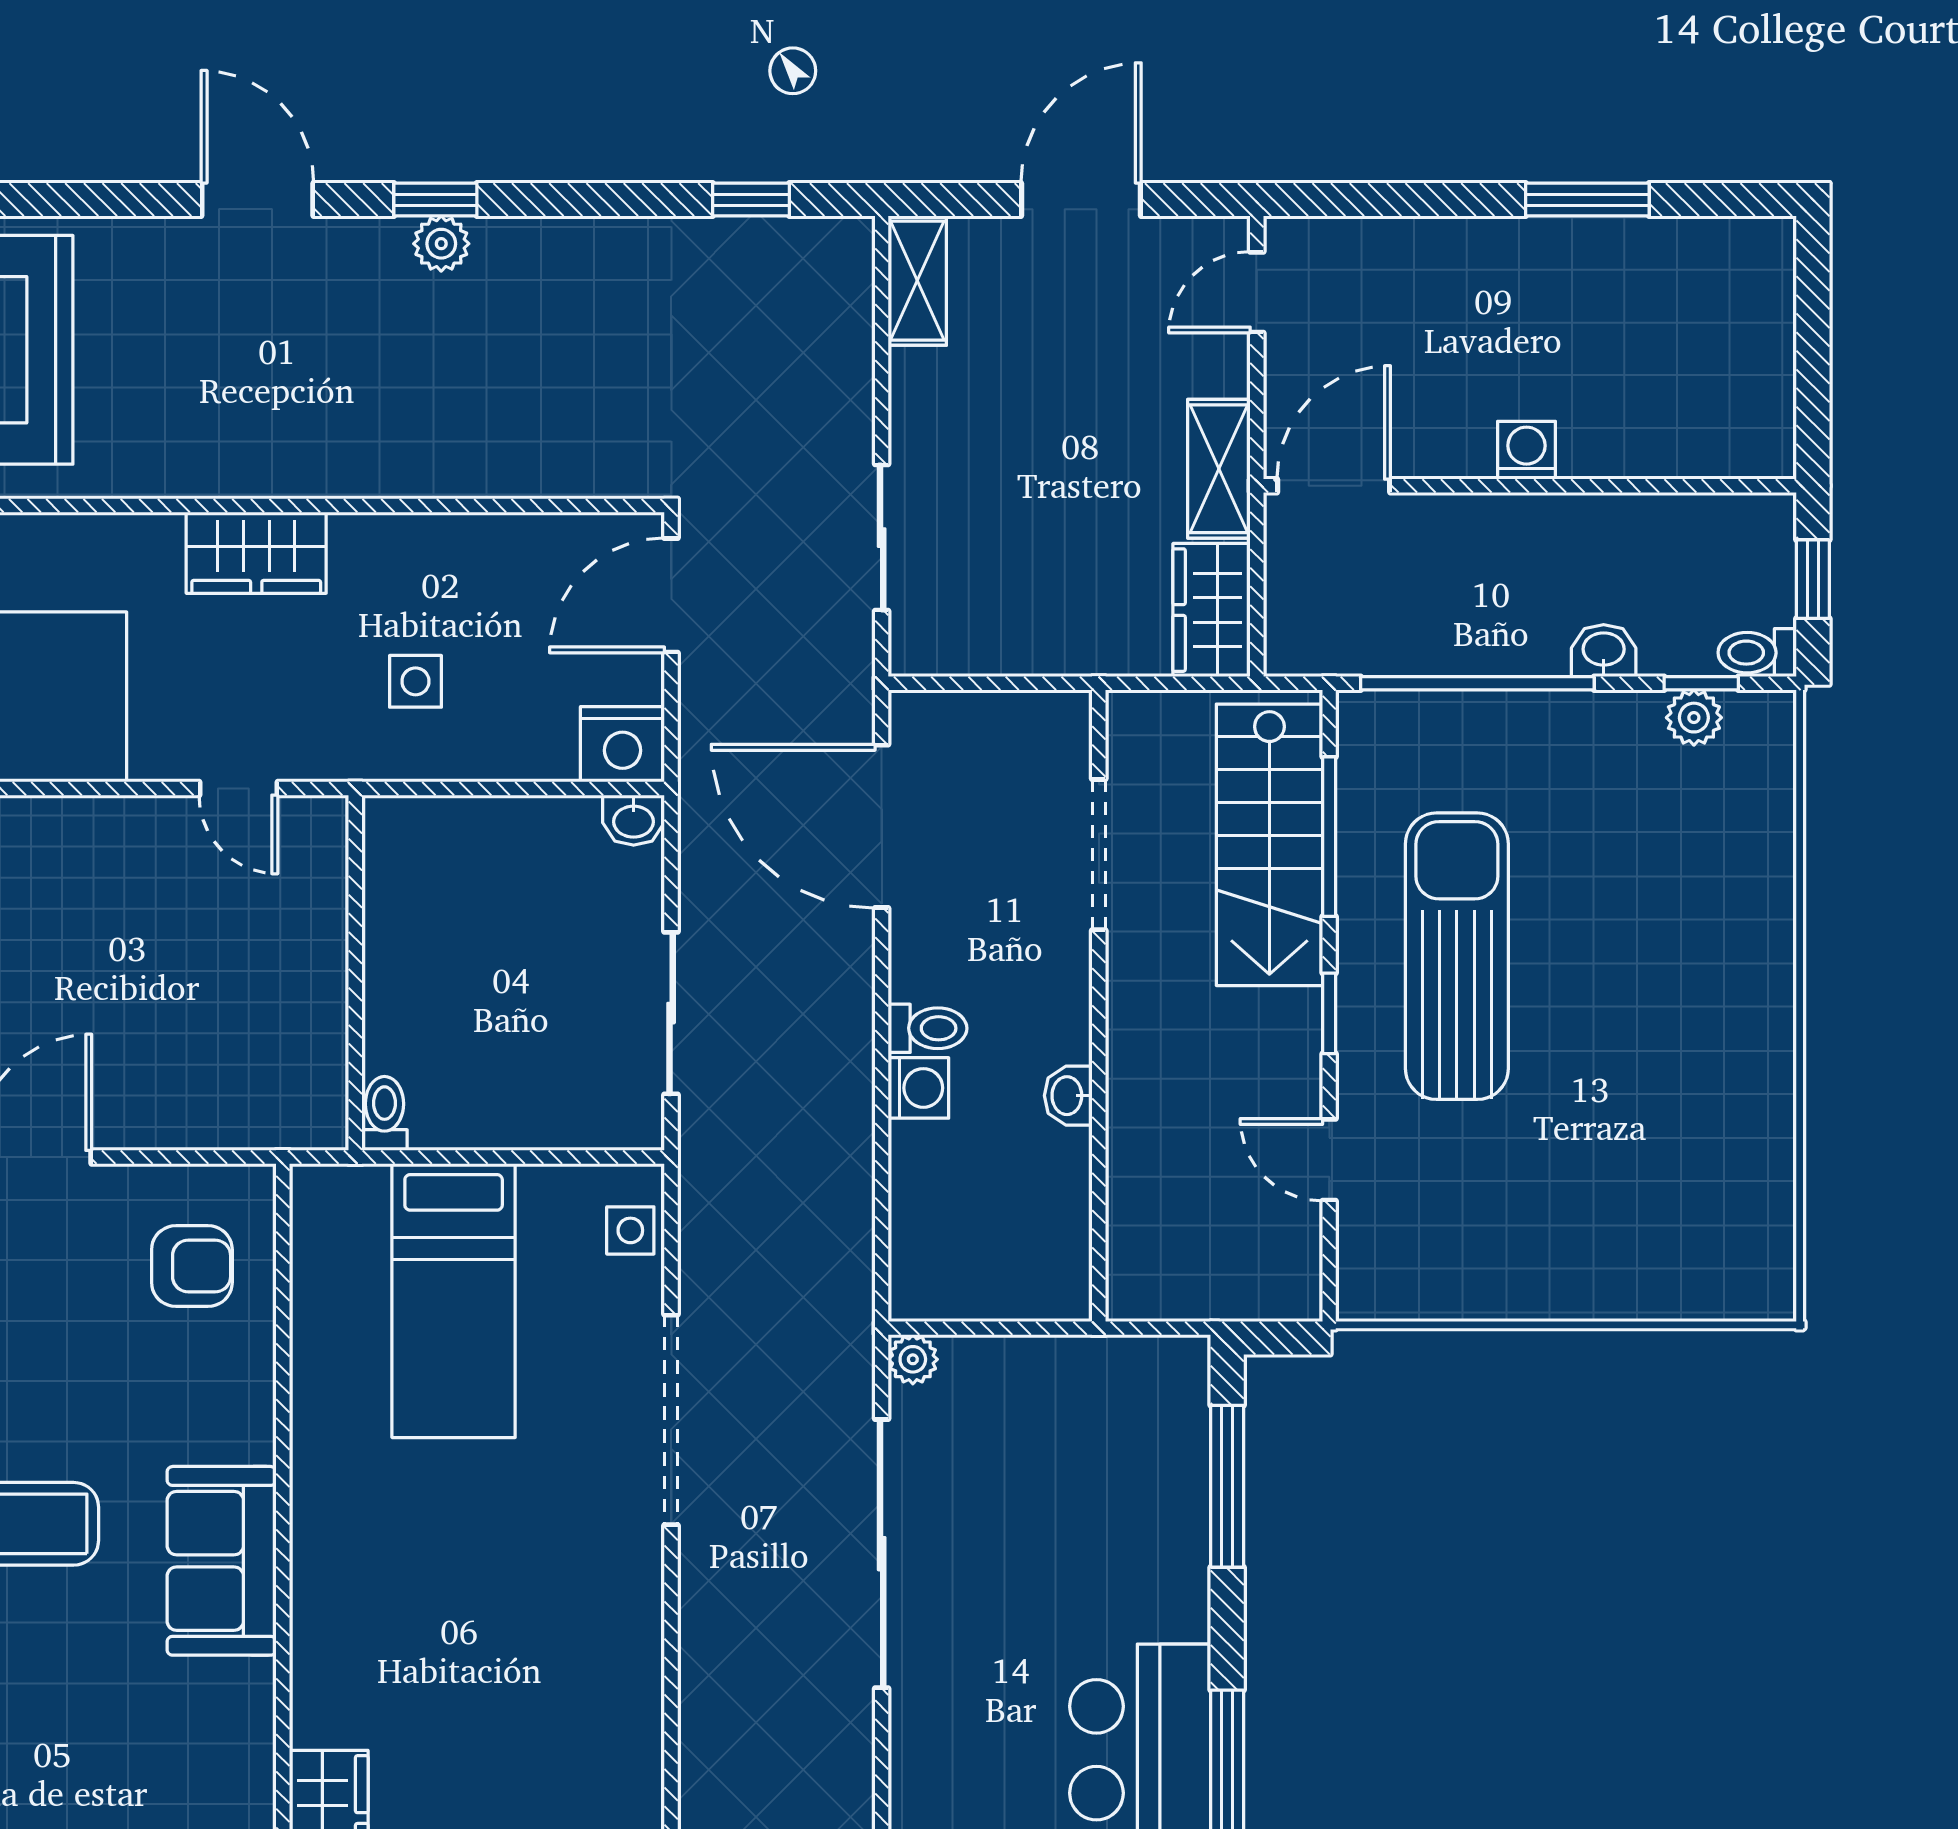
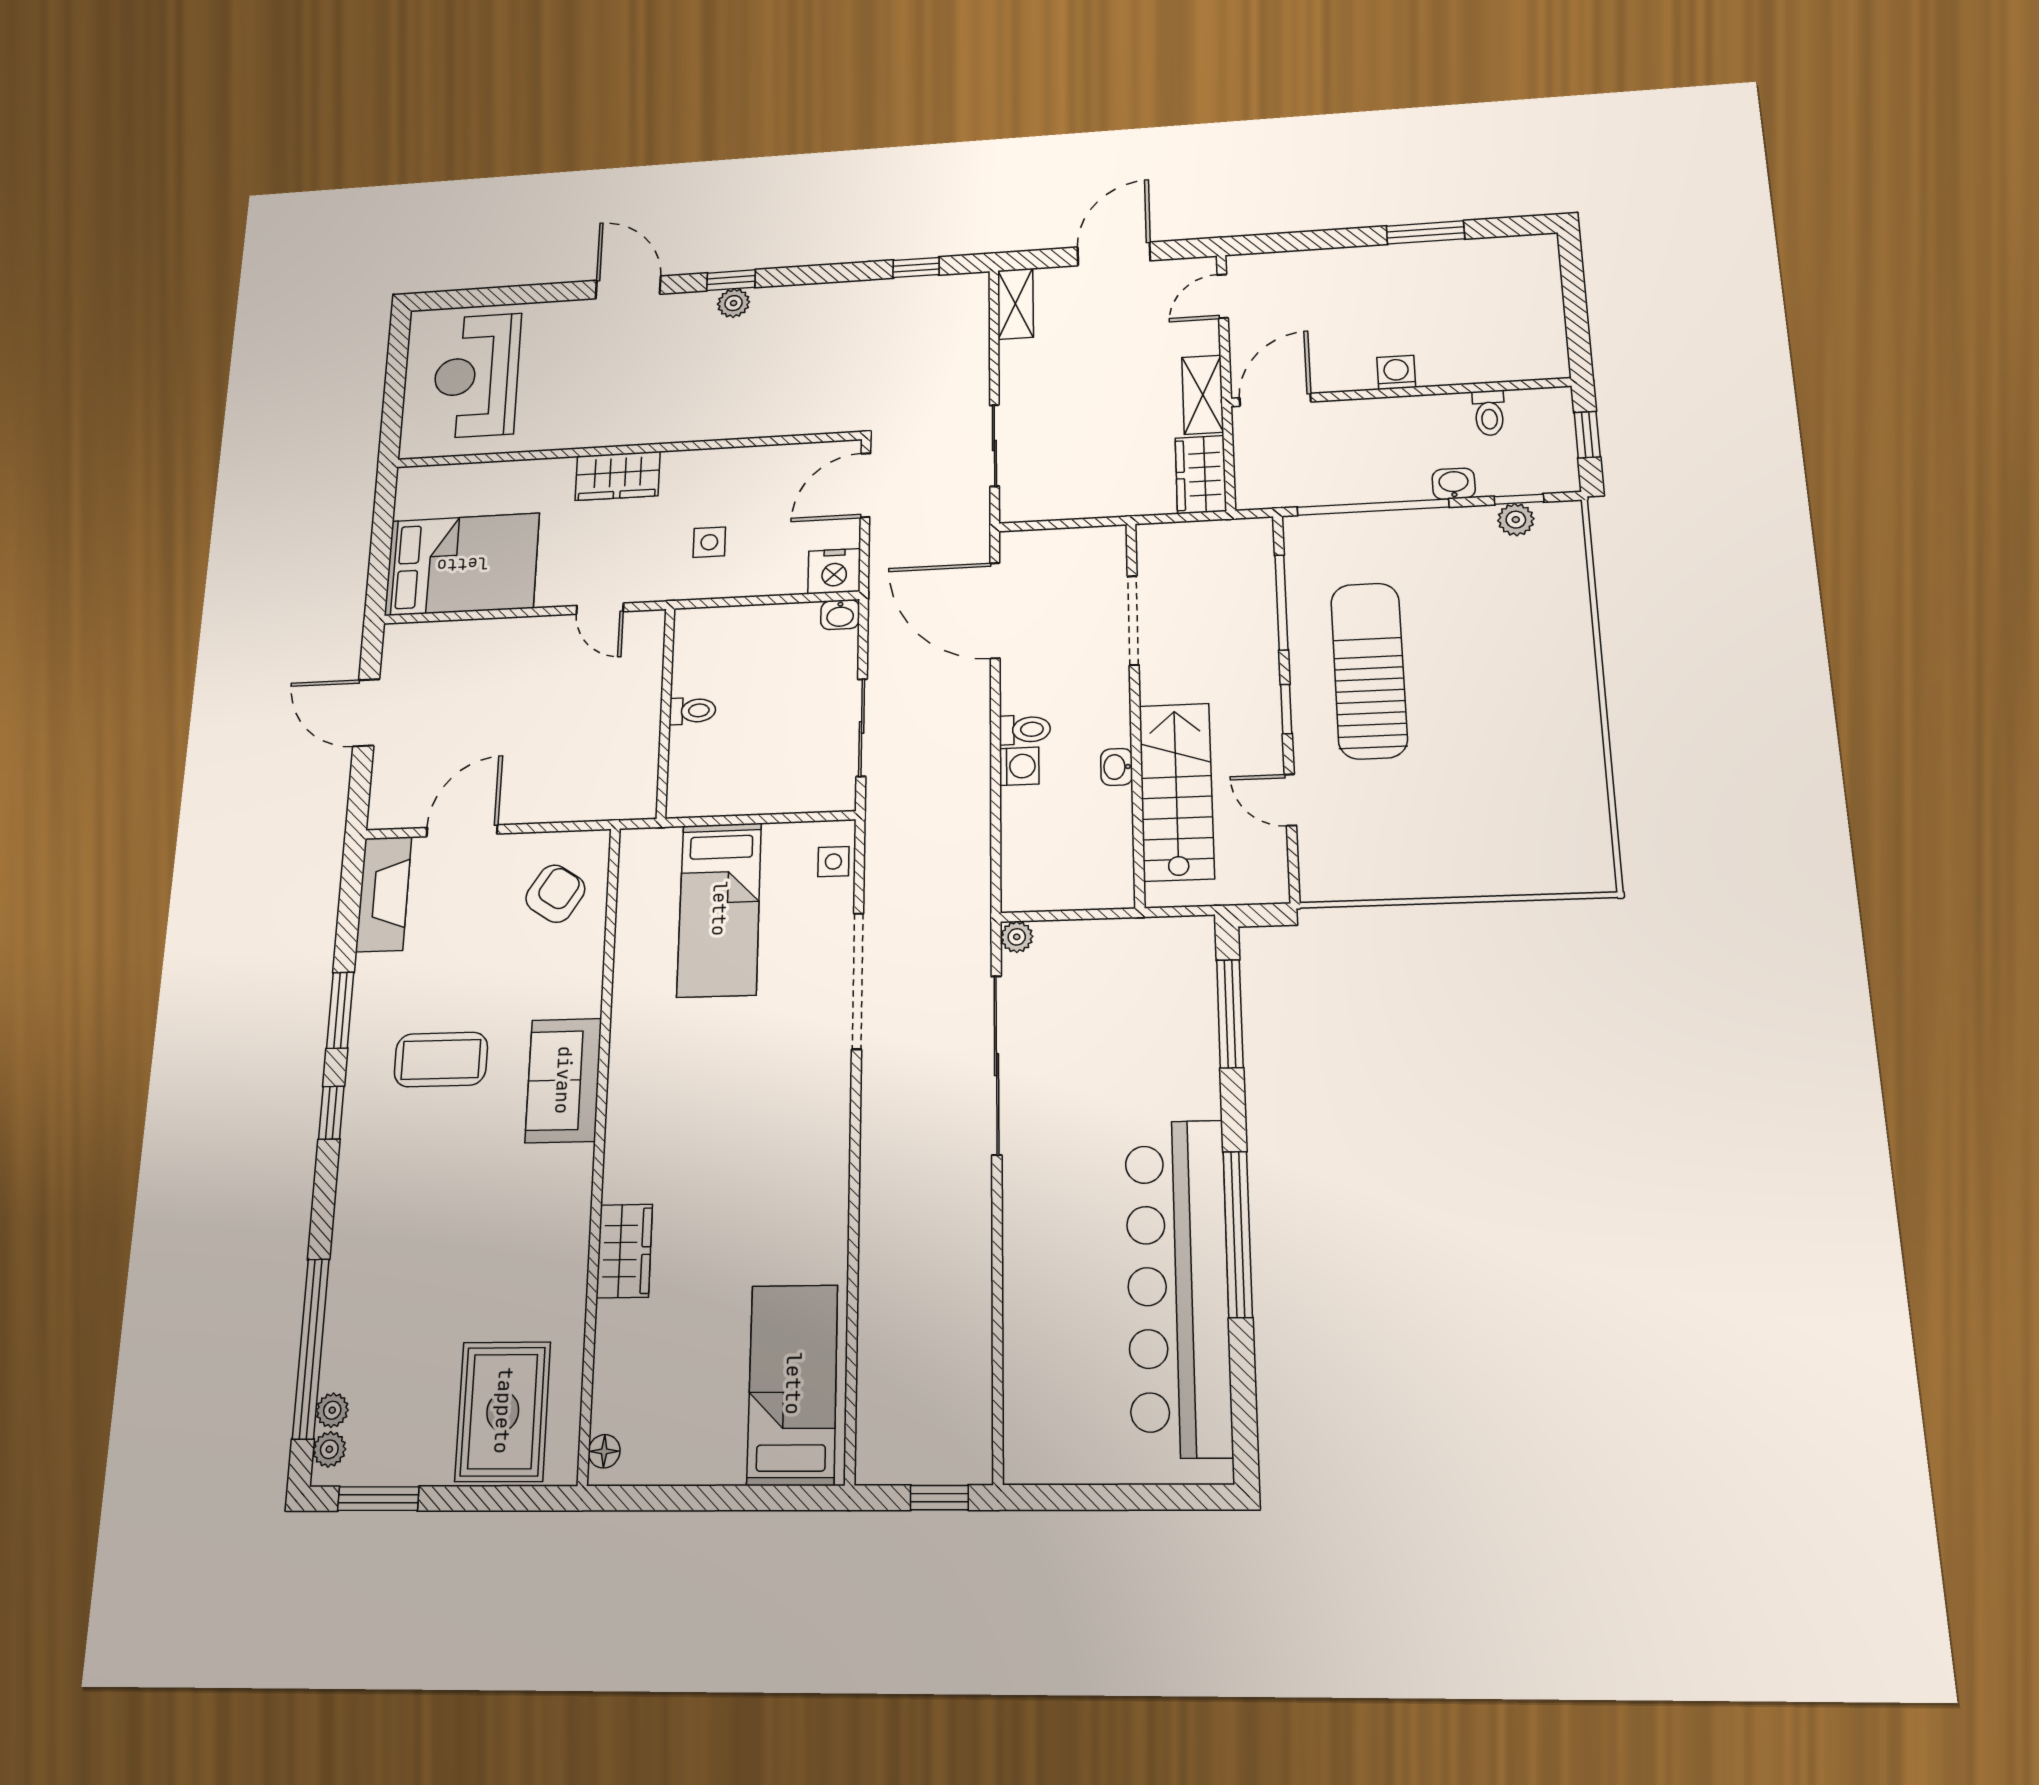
toilet: (1757, 653) -> (1489, 413), moved, turned -90
stairs: (1269, 845) -> (1177, 792), moved, turned 180
toilet: (384, 1113) -> (692, 711), moved, turned 90
armchair: (192, 1266) -> (555, 894), turned -57

